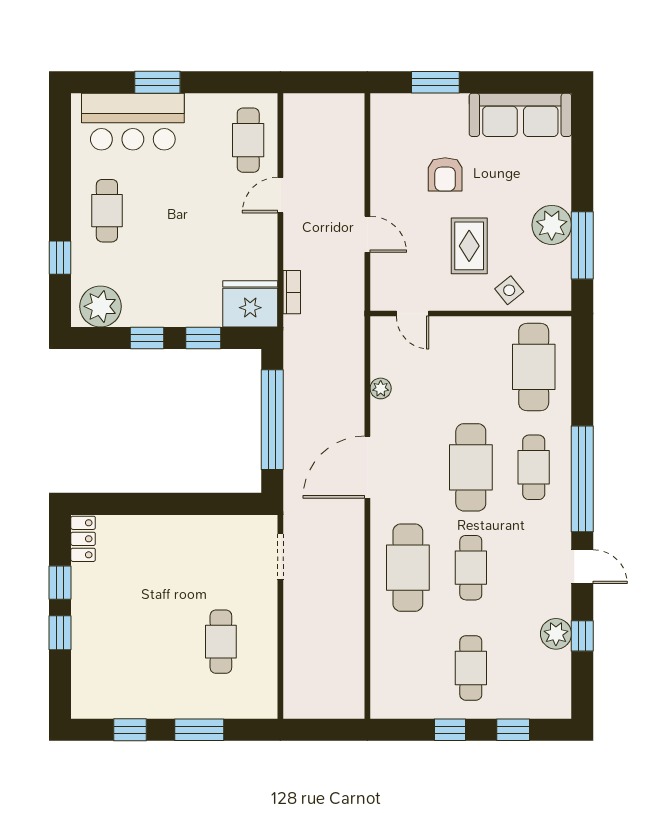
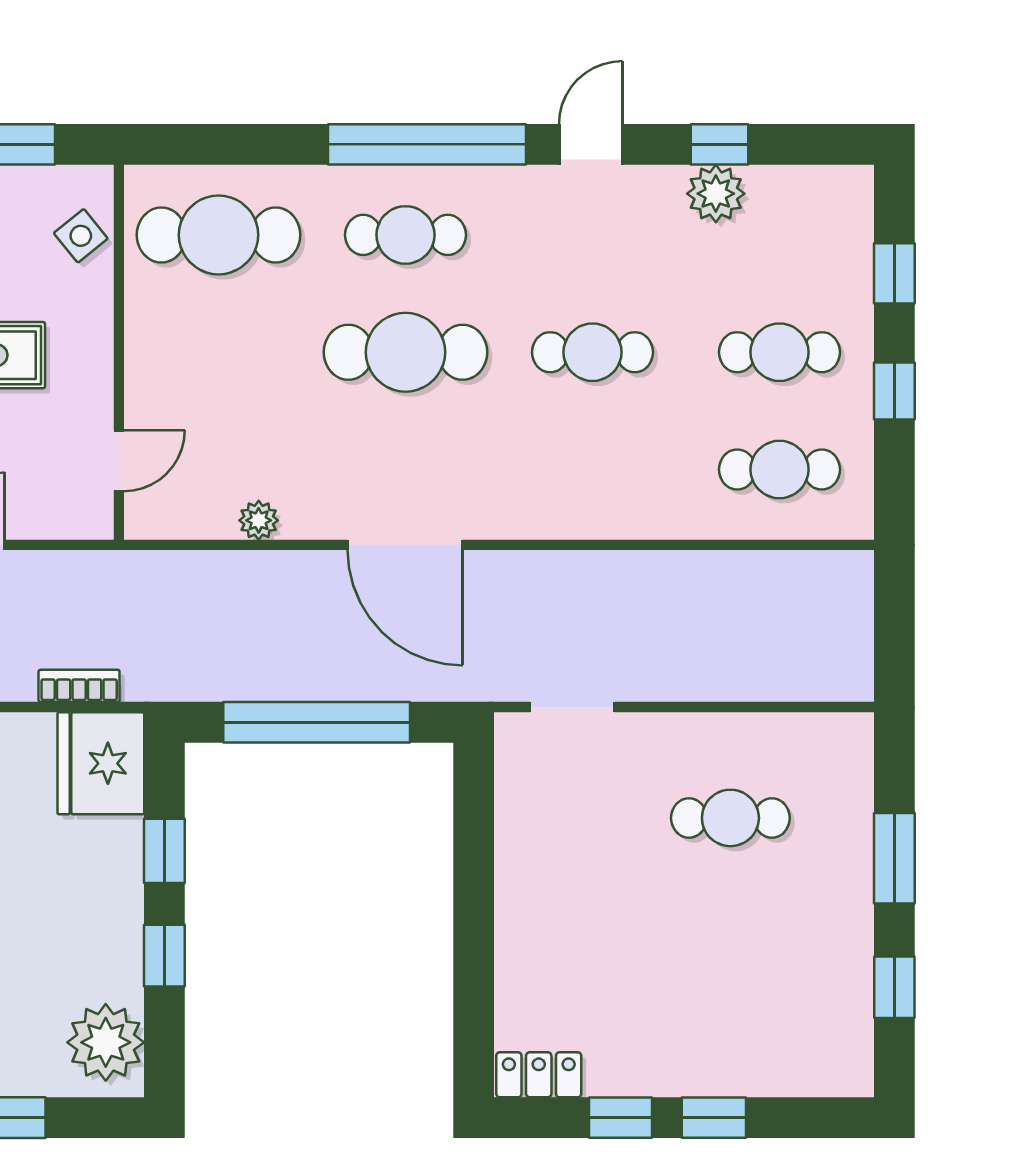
side table: (509, 290) -> (81, 236), moved
cafe table: (408, 568) -> (779, 470), moved, width x0.73, depth x0.74

